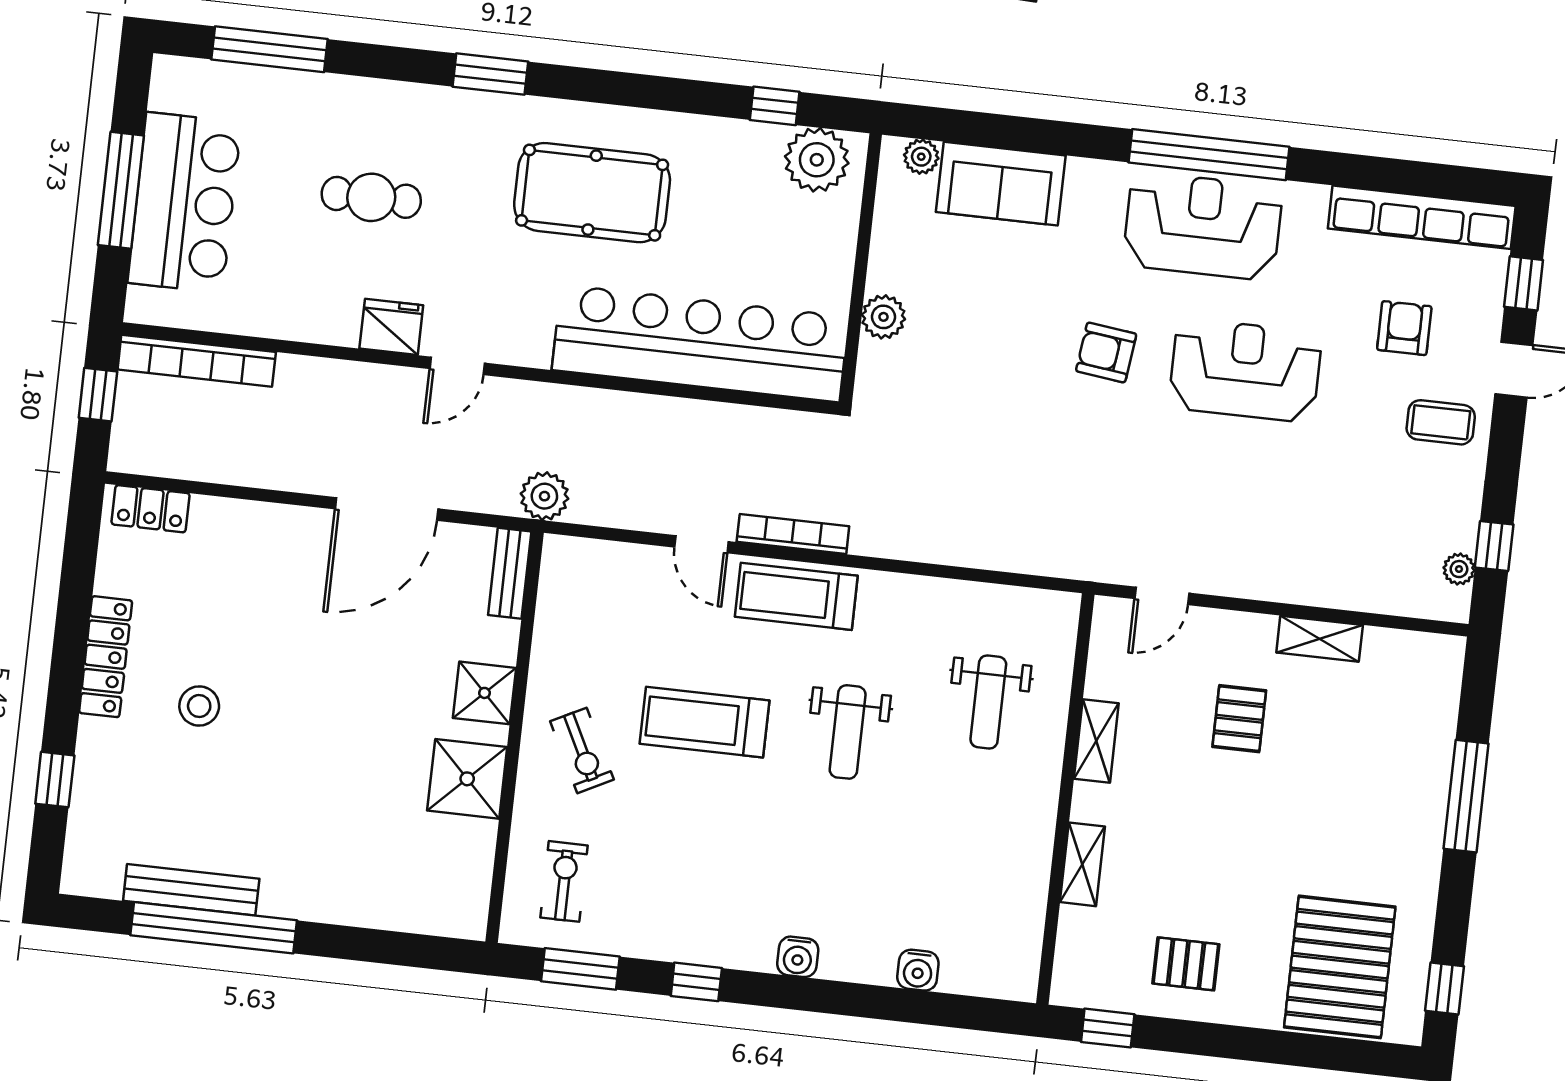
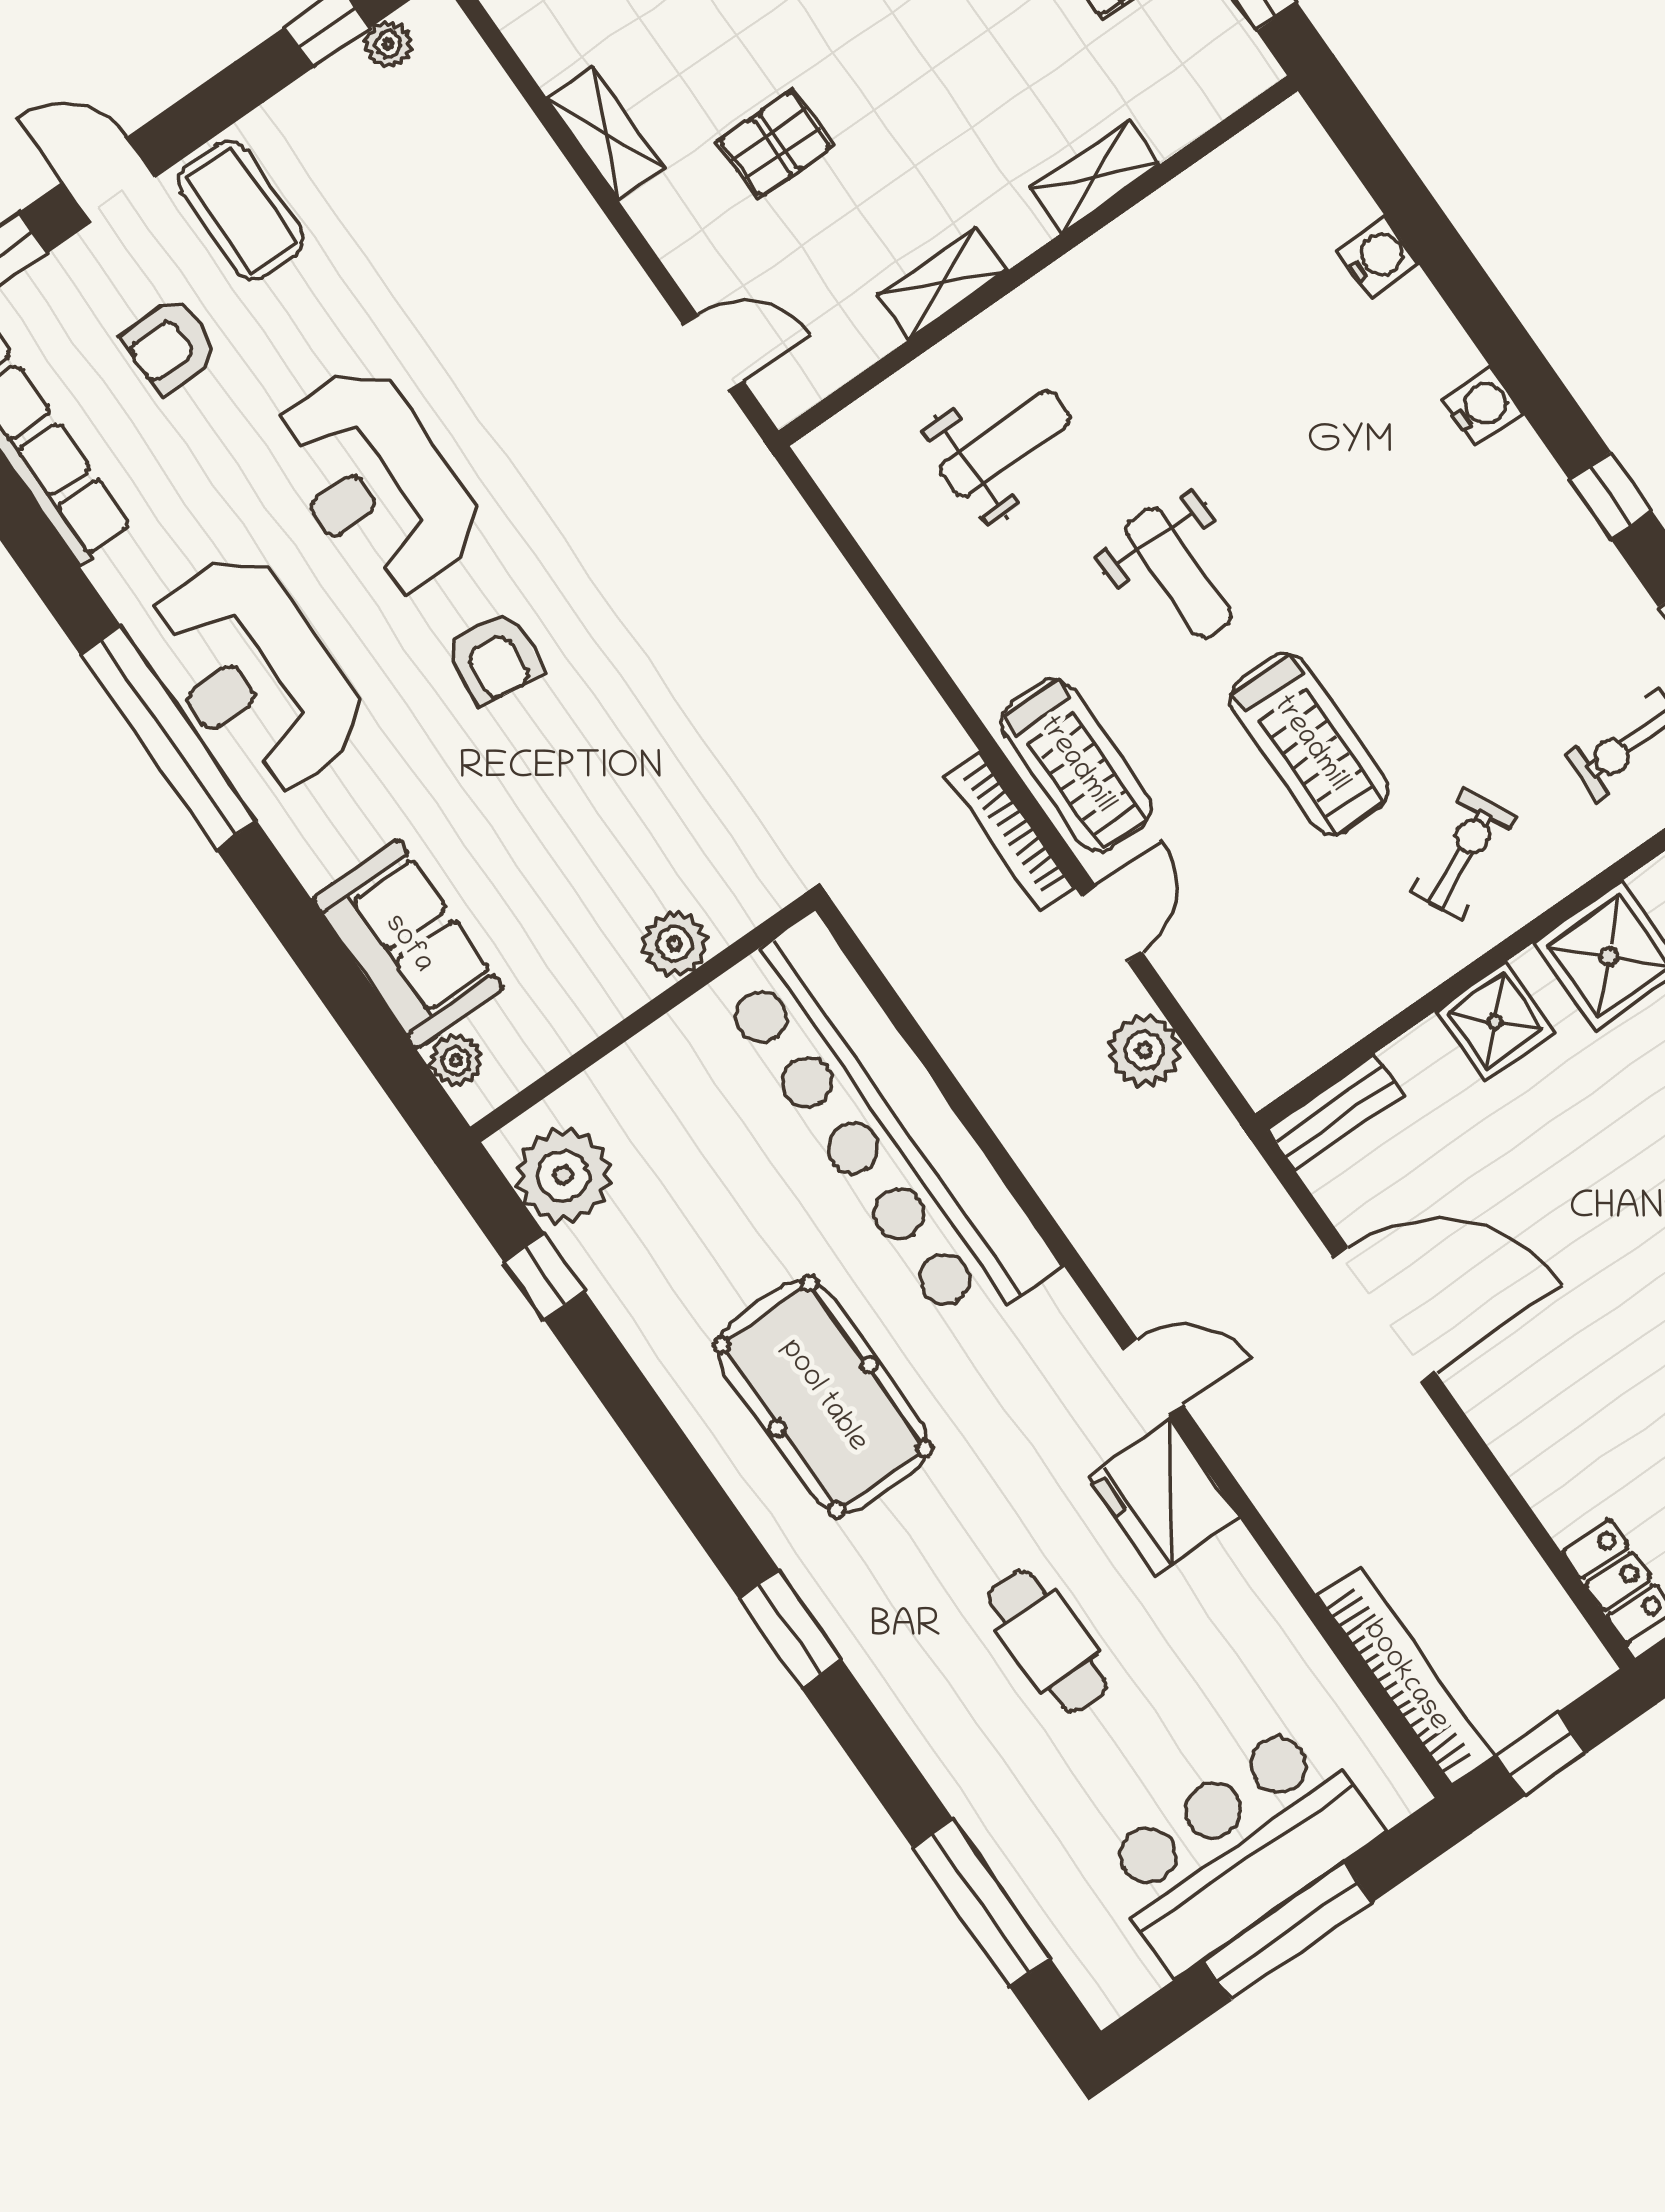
fridge: (391, 327) -> (1163, 1497), width x1.36, depth x1.34
coffee table: (1441, 422) -> (241, 210), width x1.36, depth x1.30
plant: (544, 496) -> (1144, 1050), moved
weight bench: (848, 732) -> (1179, 573), turned 90

